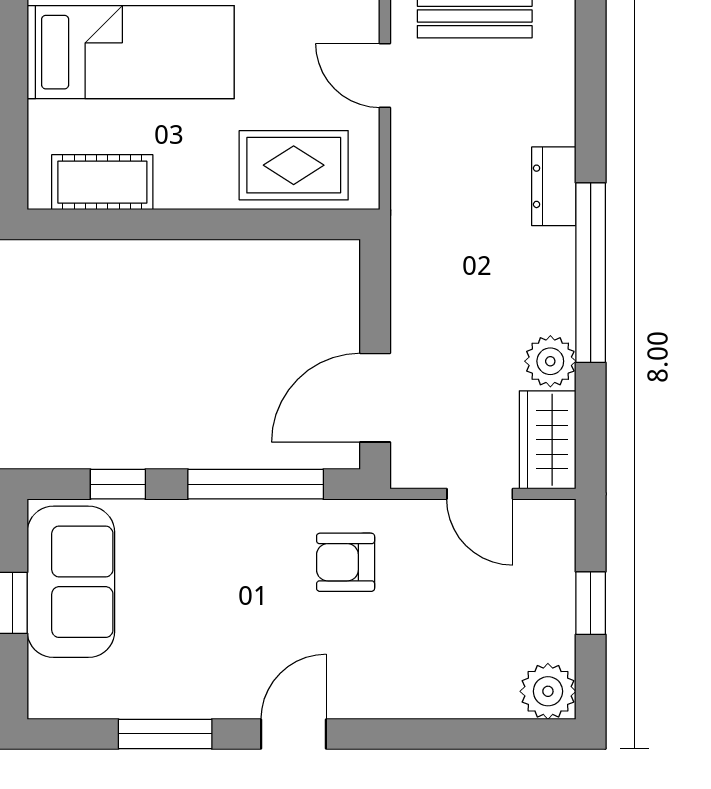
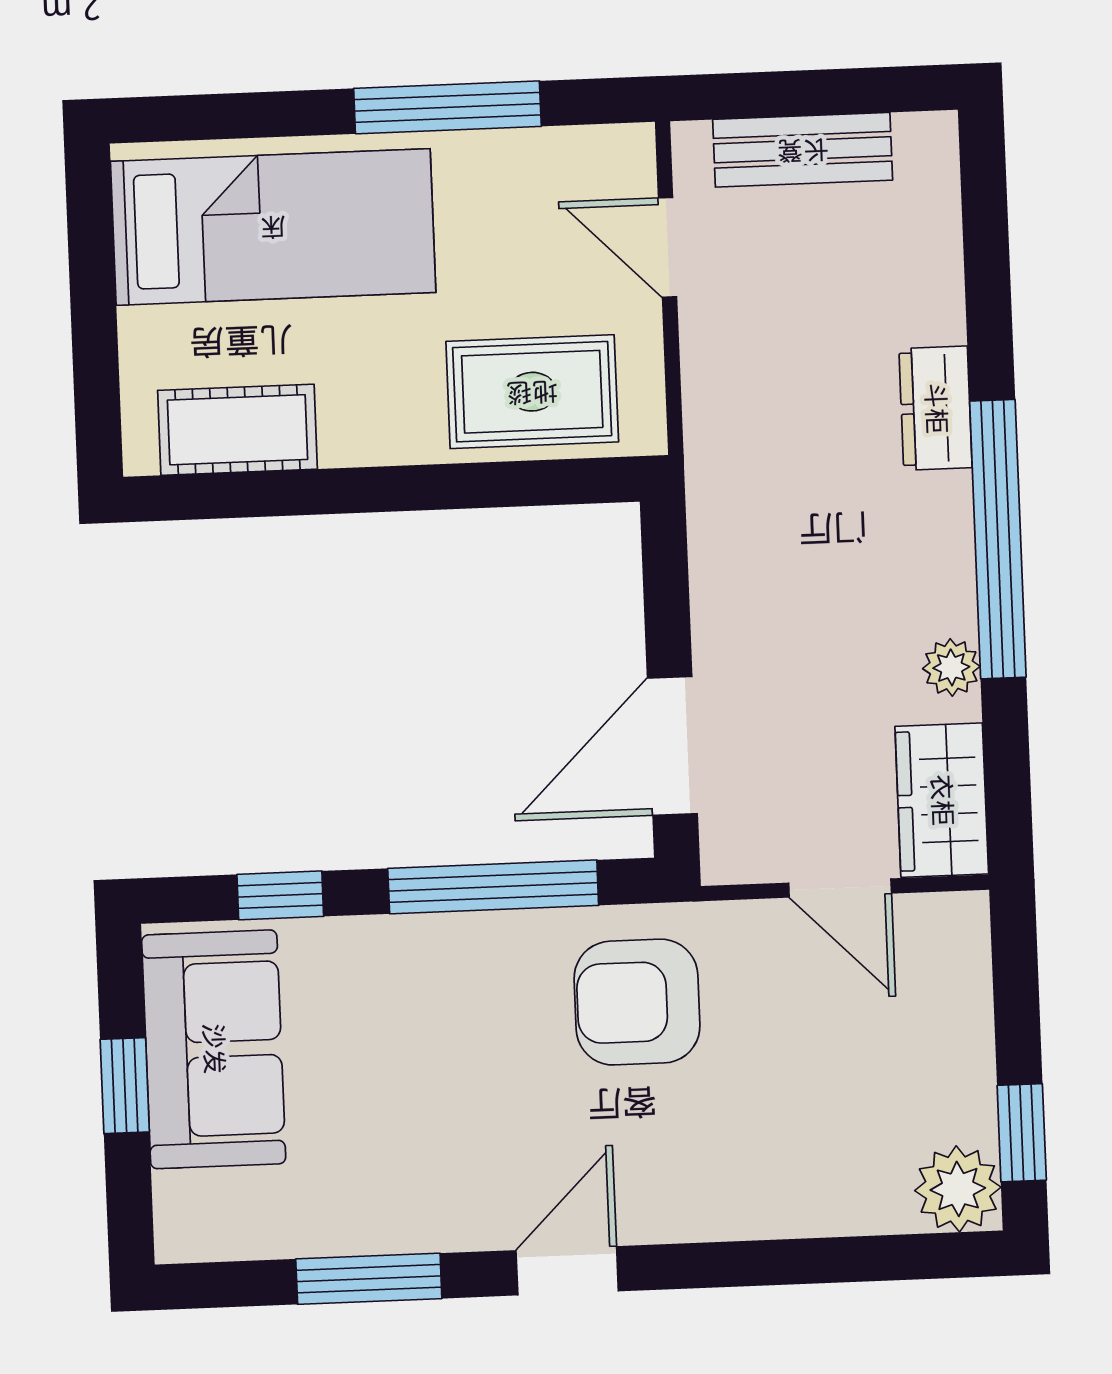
plant: (550, 361) -> (951, 667), width x0.73, depth x0.73
armchair: (346, 562) -> (637, 1002), width x1.38, depth x1.38
window: (591, 603) -> (1022, 1133), moved

